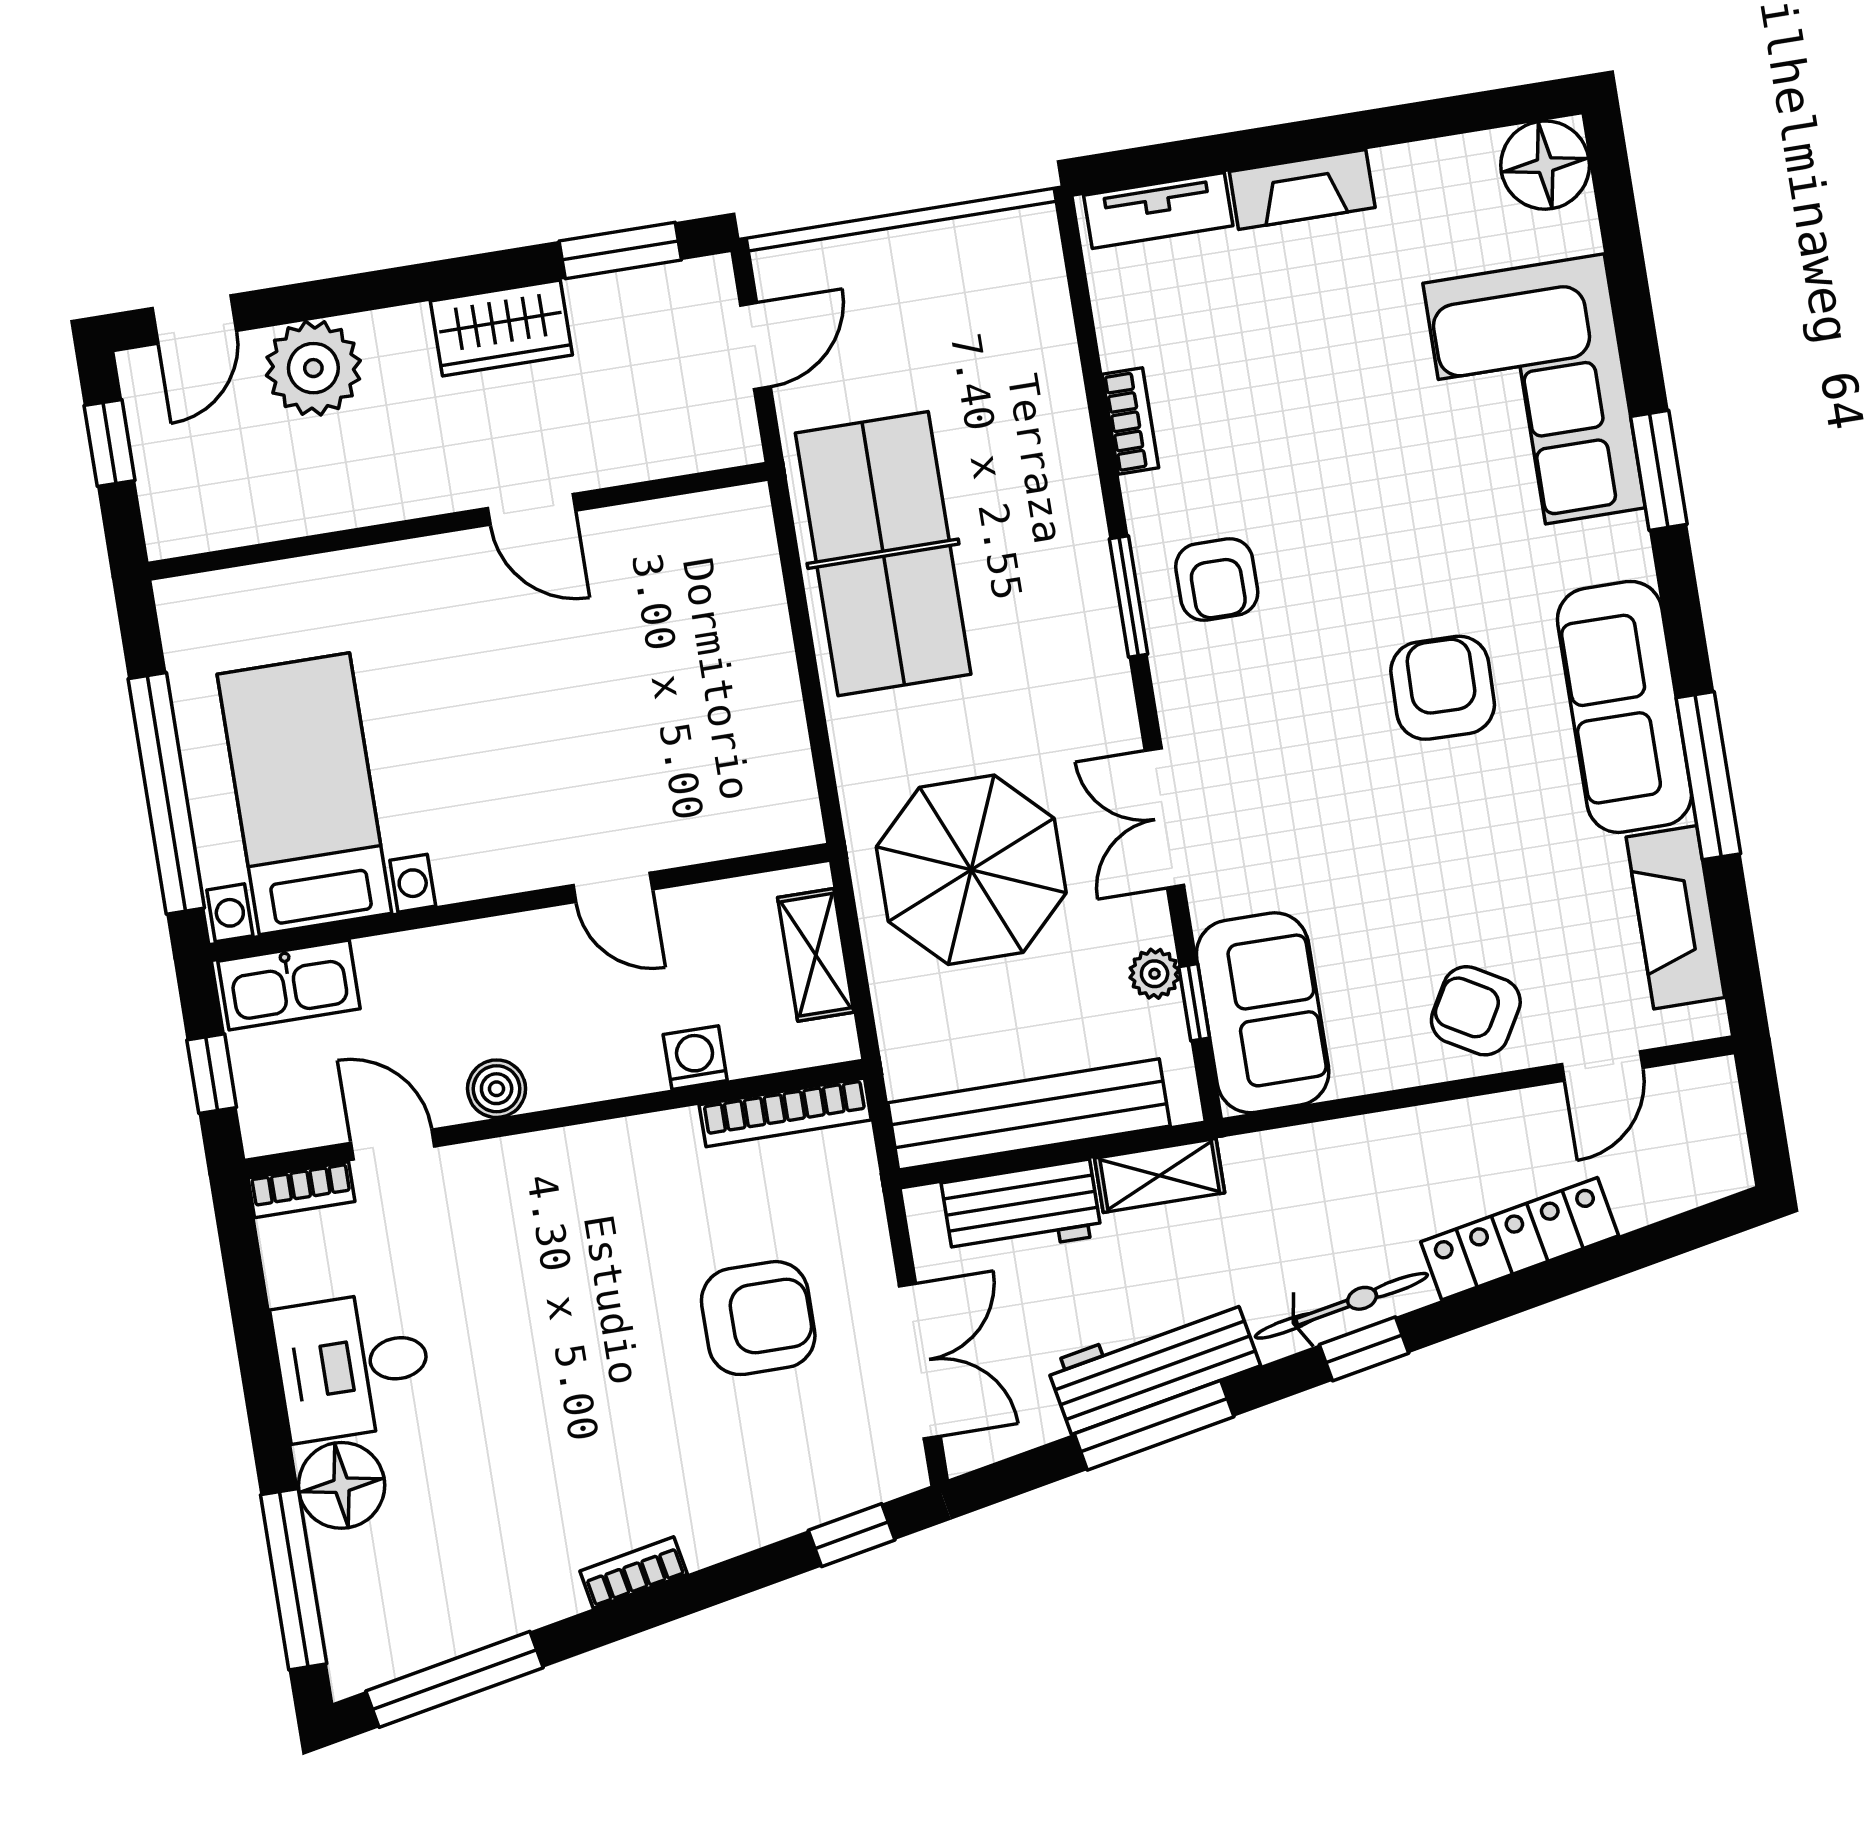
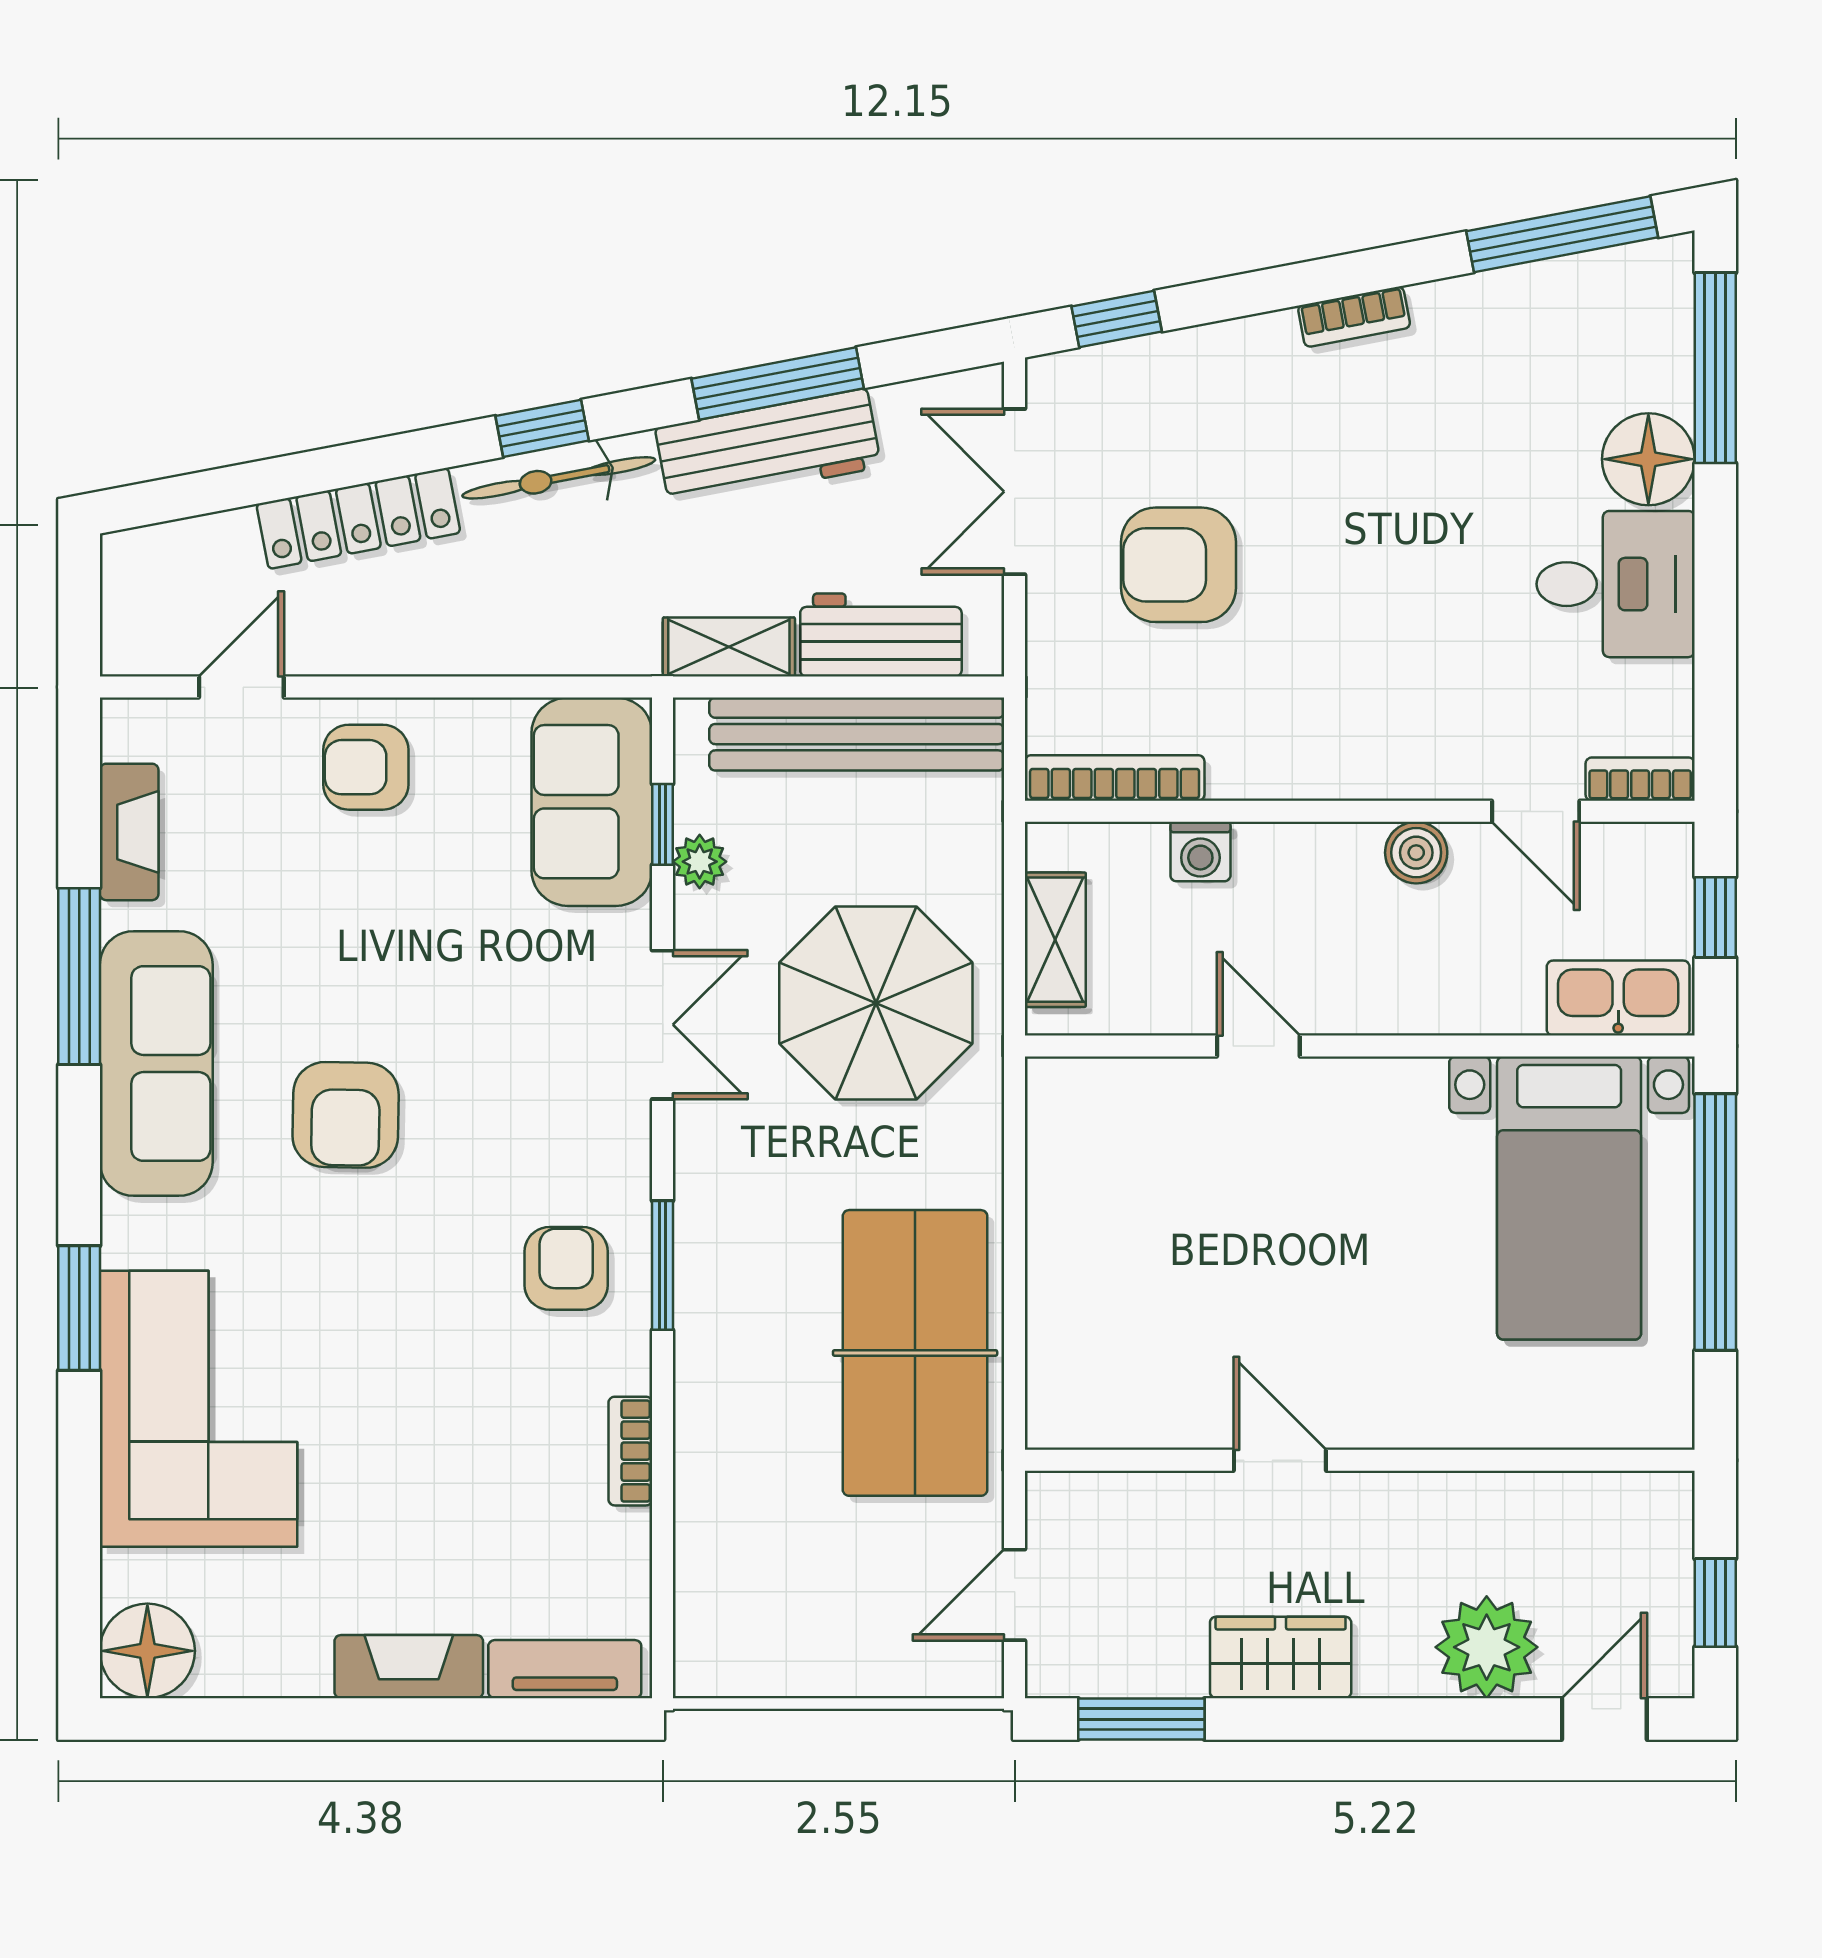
fireplace: (1675, 917) -> (129, 832), width x0.73, depth x0.76
armchair: (1476, 1011) -> (366, 767), turned 150

